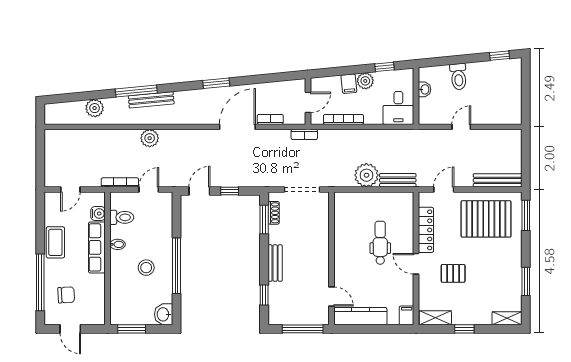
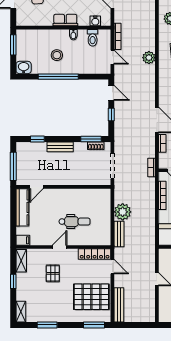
pallet: (486, 219) -> (91, 297), turned 90
locker: (426, 230) -> (95, 254), moved
row of seats: (97, 247) -> (65, 20), width x0.68

